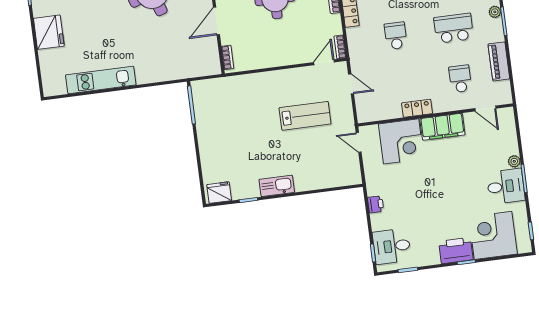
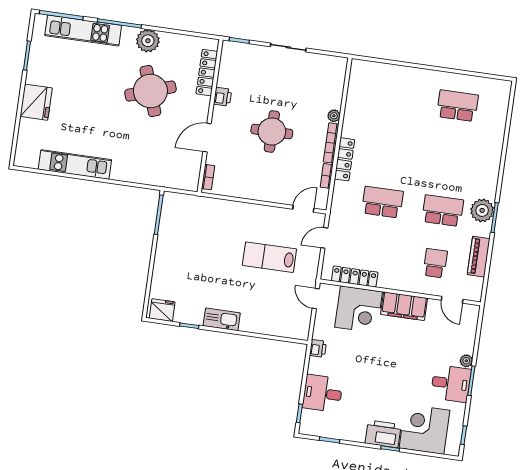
plant: (495, 12) -> (482, 210), width x1.87, depth x1.87
school desk: (396, 36) -> (382, 202), width x1.85
bookcase: (340, 47) -> (327, 176), moved
door: (351, 84) -> (324, 238), swing flipped
locker: (417, 108) -> (355, 277), moved, width x1.53
lab bench: (305, 116) -> (269, 257), turned 180
printer: (376, 204) -> (318, 348), moved
desk: (392, 246) -> (323, 393), moved

